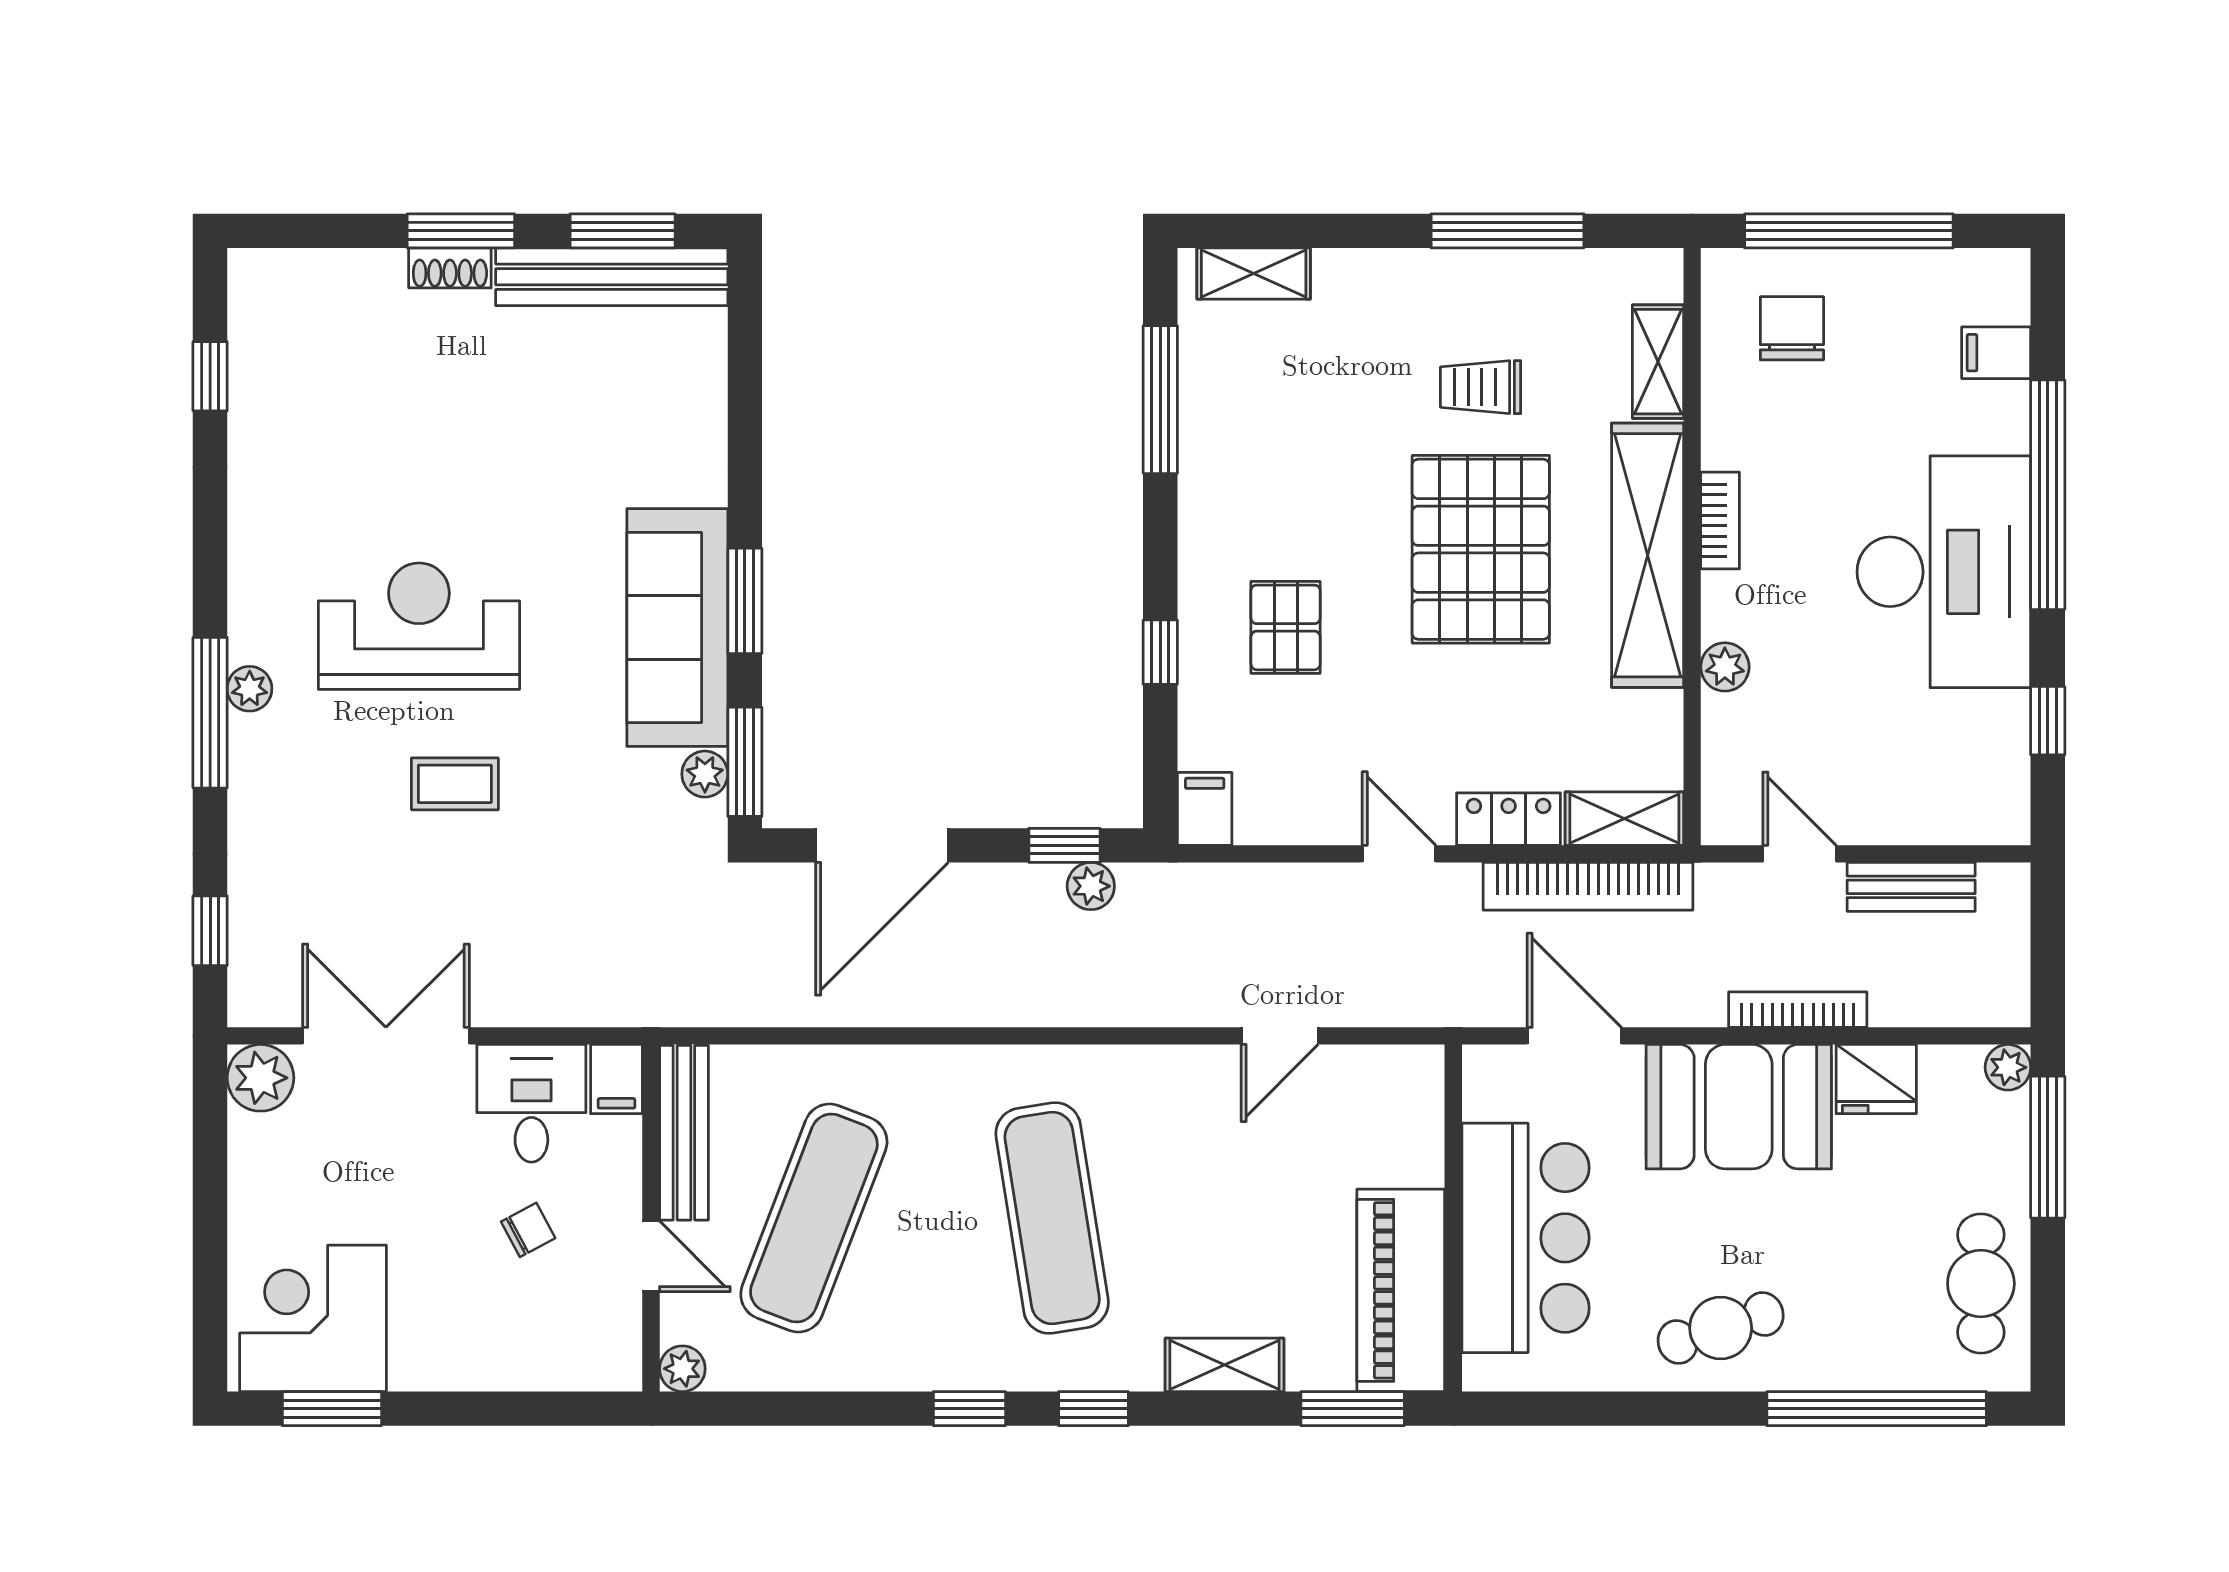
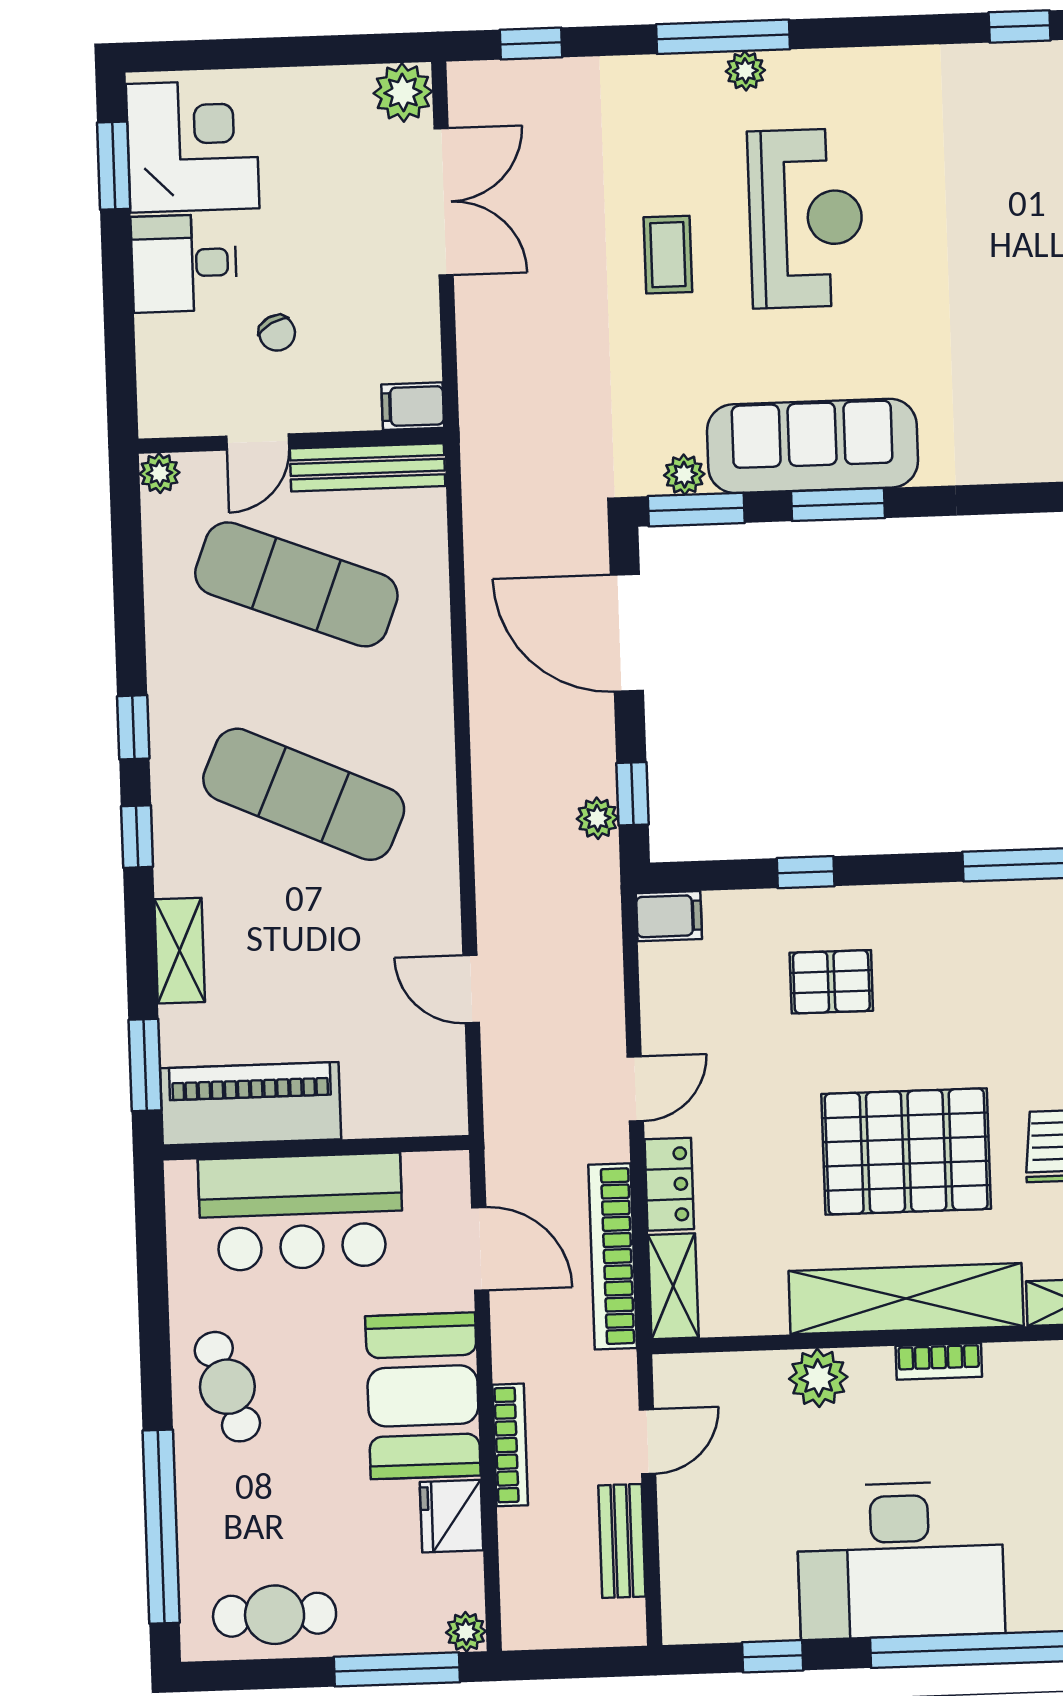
plant: (1725, 667) -> (818, 1378), width x1.38, depth x1.38
door: (1574, 1036) -> (480, 1249), hinge flipped
desk: (531, 1103) -> (184, 263), moved, turned 180
exercise mat: (1052, 1218) -> (304, 794), turned 33

